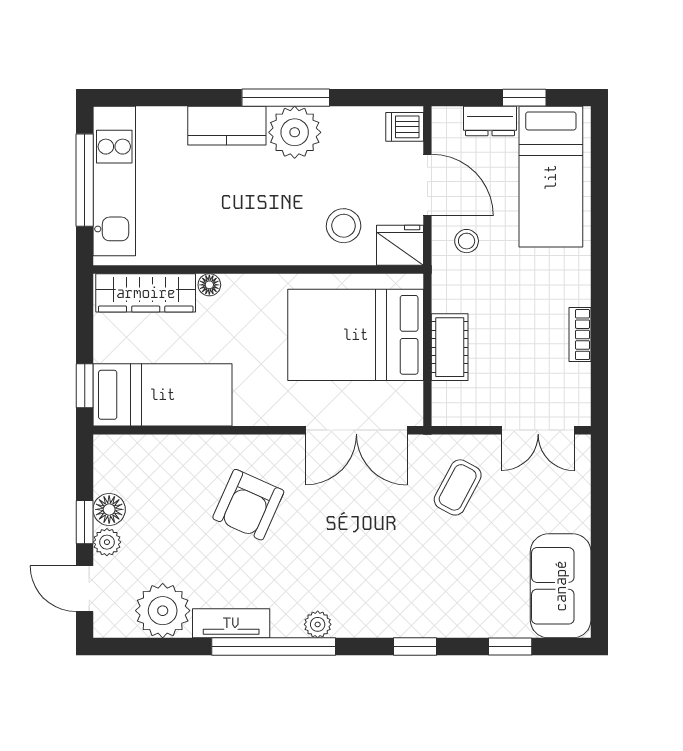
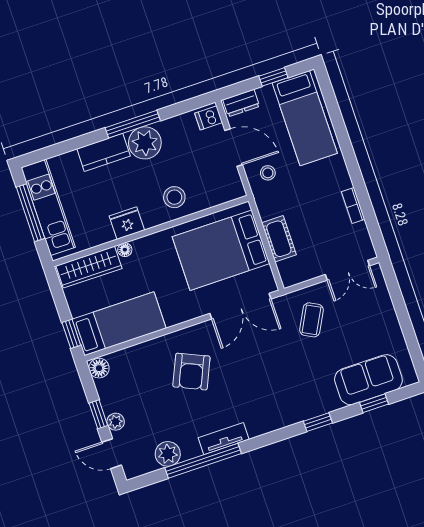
dresser: (490, 121) -> (241, 103), moved
stool: (344, 226) -> (174, 197), moved
fridge: (400, 245) -> (127, 223), moved
floor lamp: (109, 509) -> (99, 368), moved
sofa: (561, 586) -> (368, 380), moved, turned 90
plant: (163, 611) -> (168, 454), width x0.73, depth x0.73
tv unit: (231, 623) -> (224, 439), moved
plant: (318, 624) -> (256, 428), removed
window: (274, 647) -> (203, 461), moved

